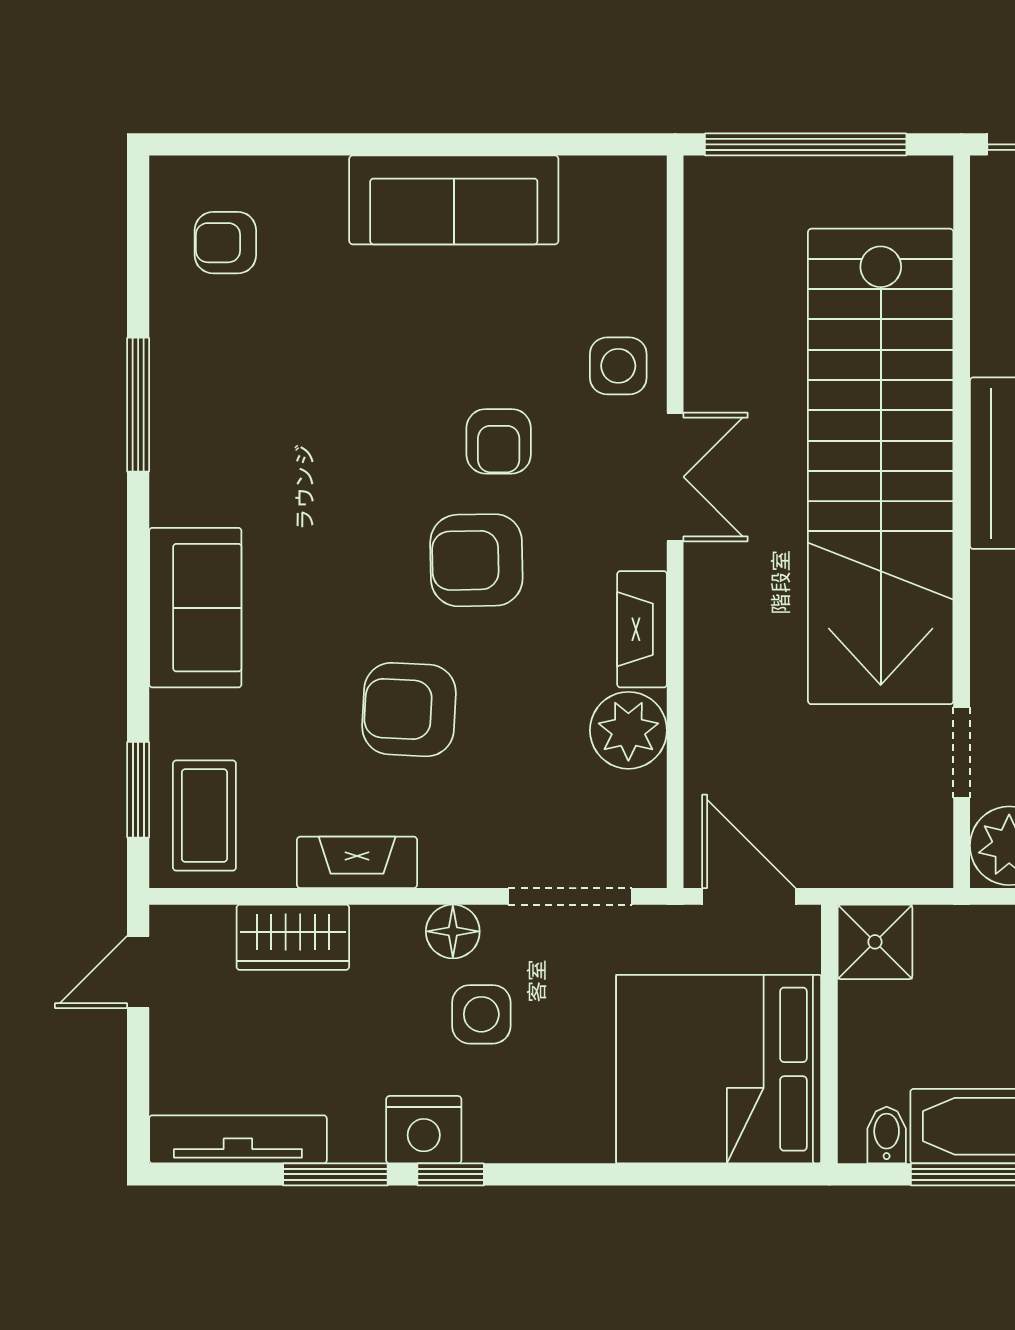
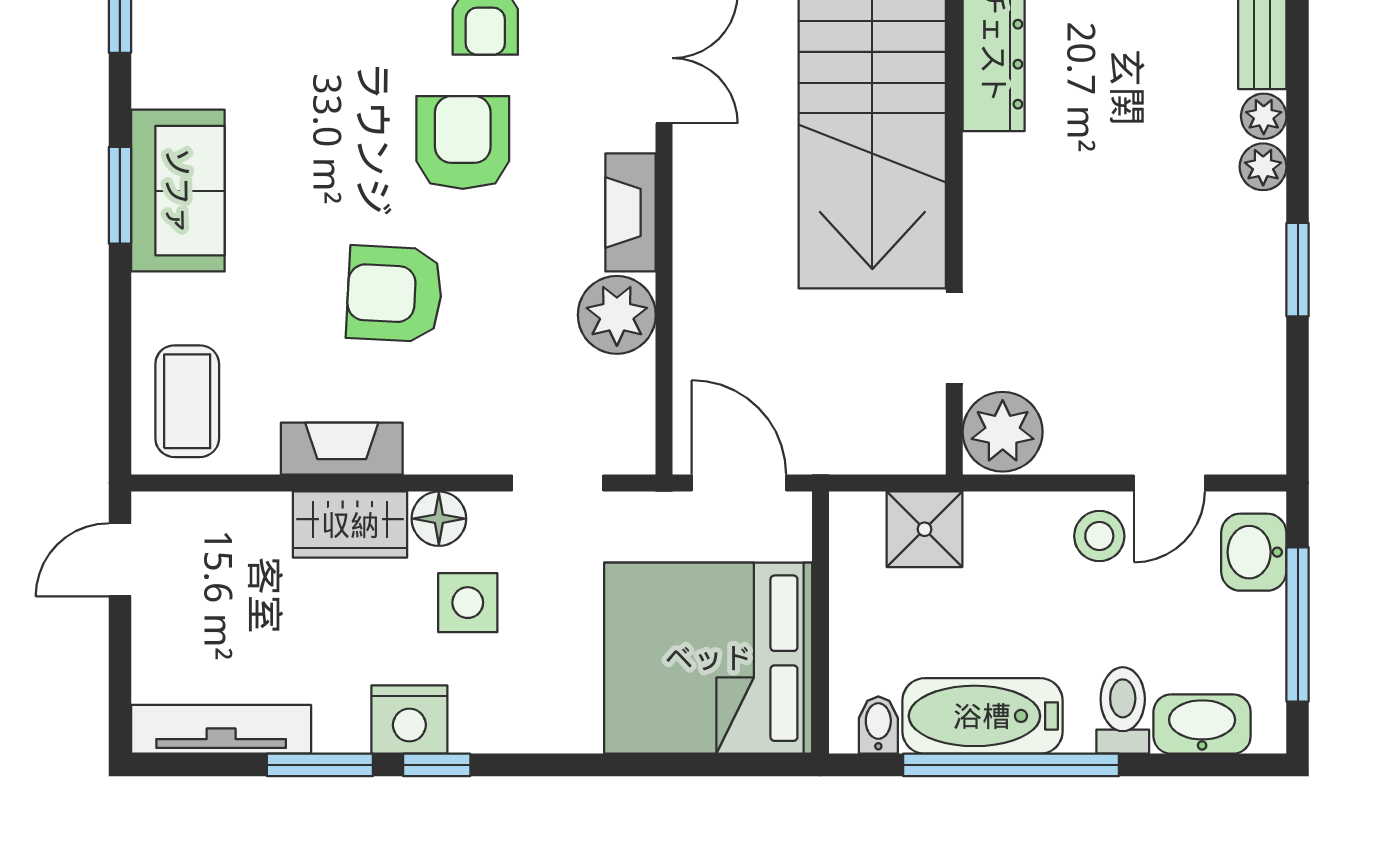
armchair: (476, 560) -> (463, 142), turned 91
window: (138, 790) -> (120, 195), moved
doorway: (570, 896) -> (558, 483), width x0.73
wardrobe: (293, 937) -> (350, 525), moved
shower: (875, 942) -> (925, 529), moved

